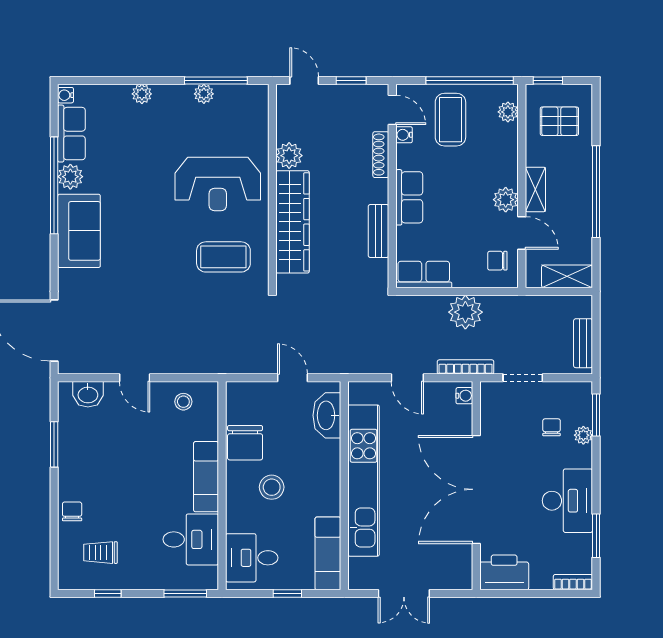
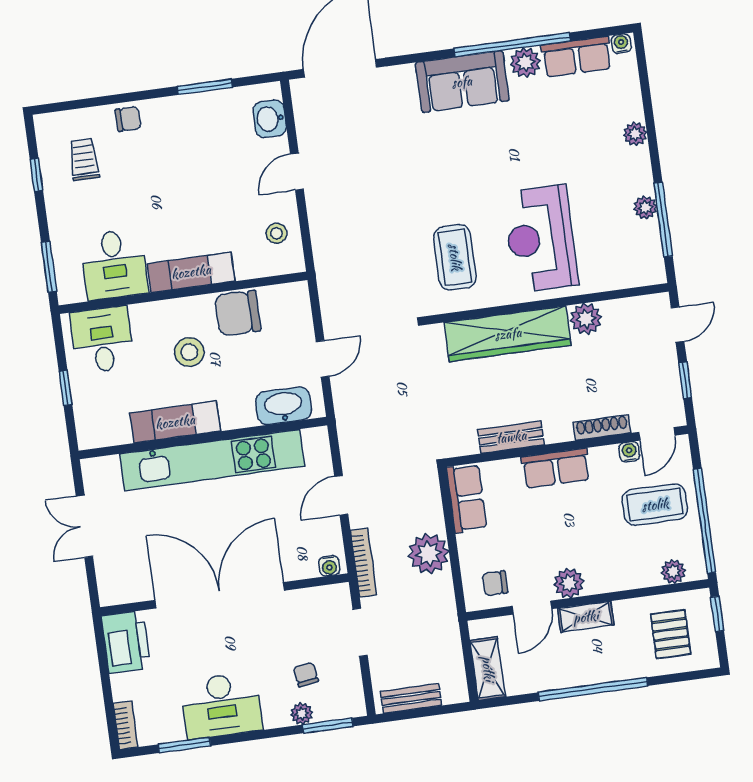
chair: (497, 261) -> (495, 583), turned -90
chair: (552, 427) -> (306, 675), turned -99
exam couch: (328, 553) -> (175, 422), moved

